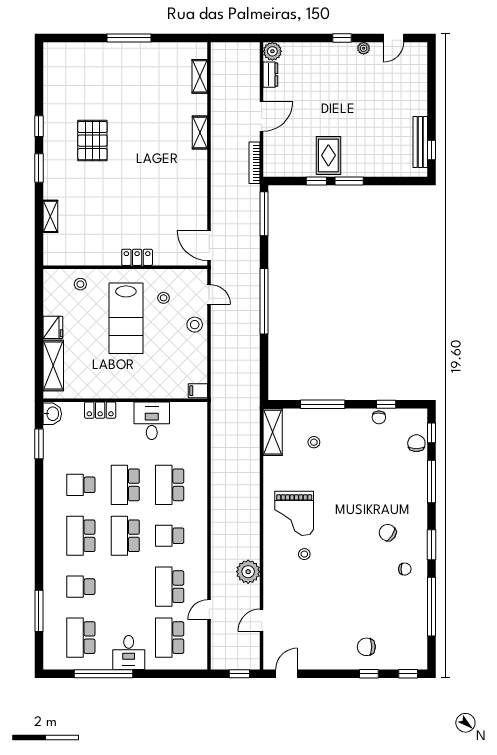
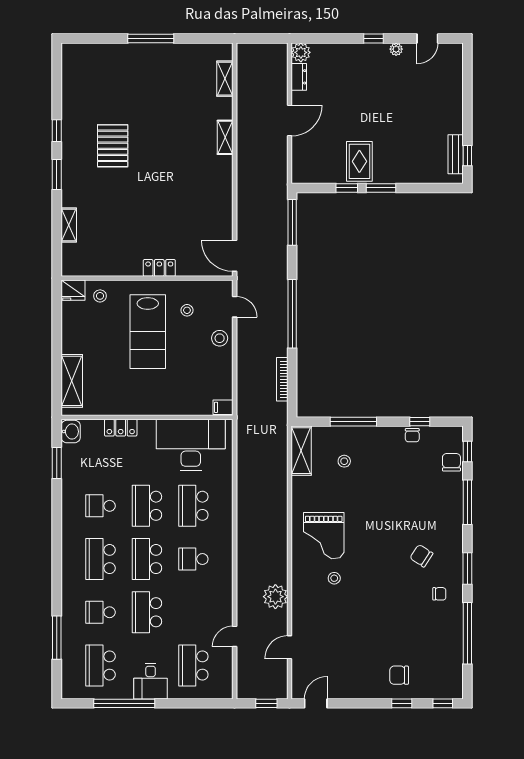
bench: (420, 142) -> (456, 154), width x0.73
bookcase: (255, 163) -> (282, 379), moved
fridge: (53, 327) -> (73, 290), moved, turned 90
desk: (152, 421) -> (191, 445), width x1.87, depth x1.30
school desk: (170, 587) -> (147, 612), moved

